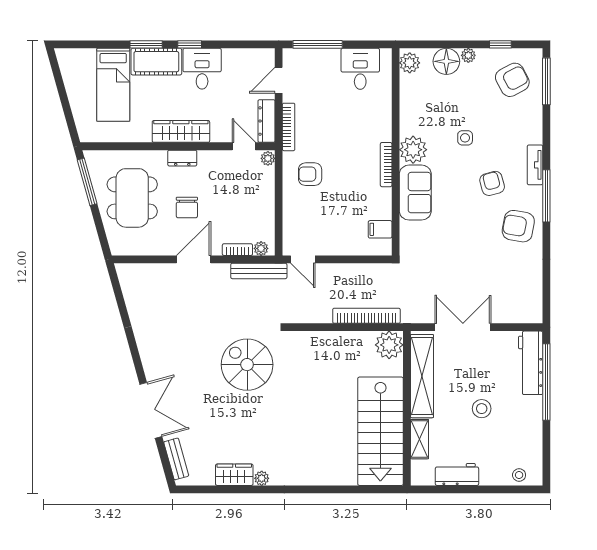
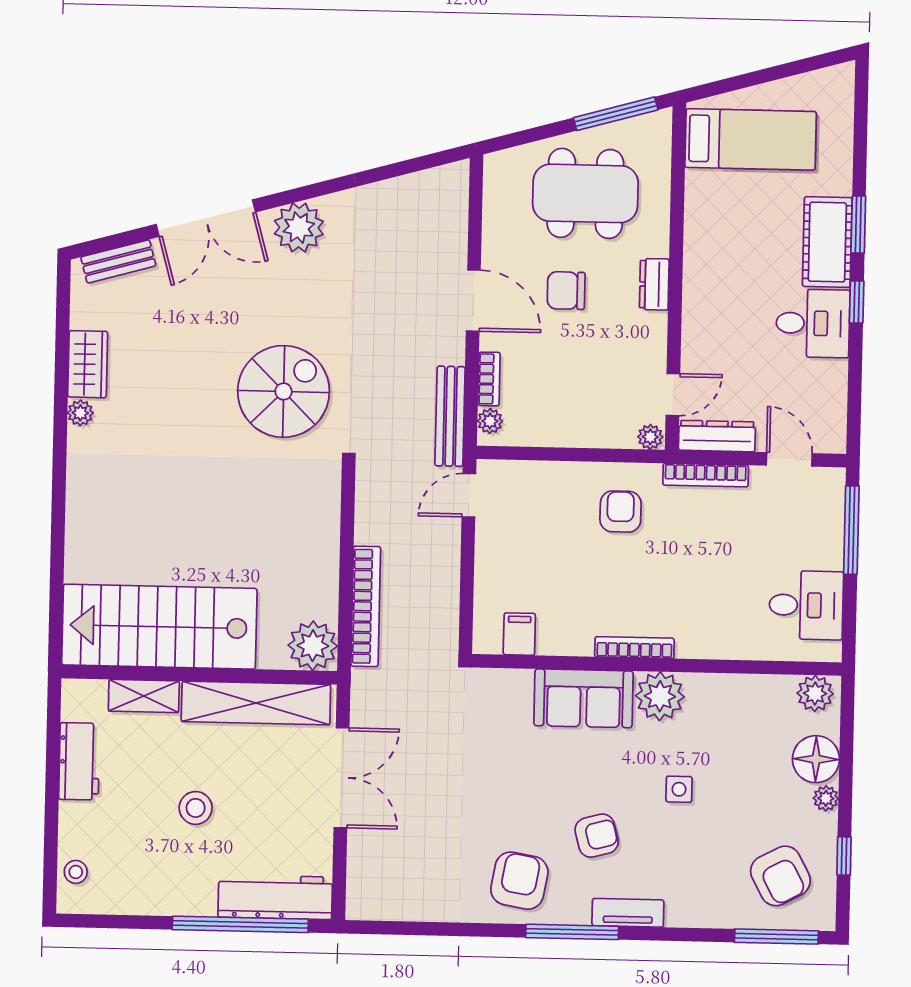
bed: (113, 85) -> (751, 139), moved, turned 180
wardrobe: (181, 131) -> (702, 283), removed
plant: (155, 358) -> (299, 228), added

